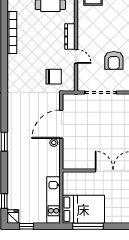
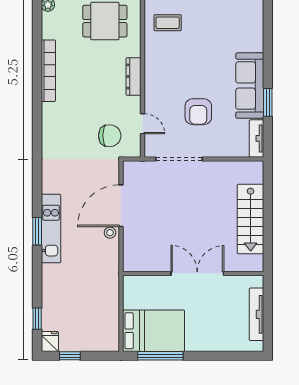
door: (76, 56) -> (143, 124), moved
kitchen unit: (54, 200) -> (51, 229), moved, turned 180

